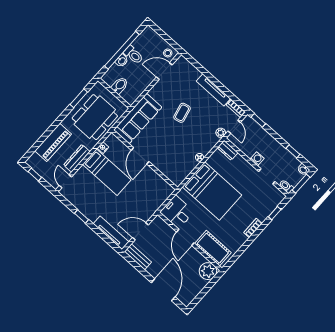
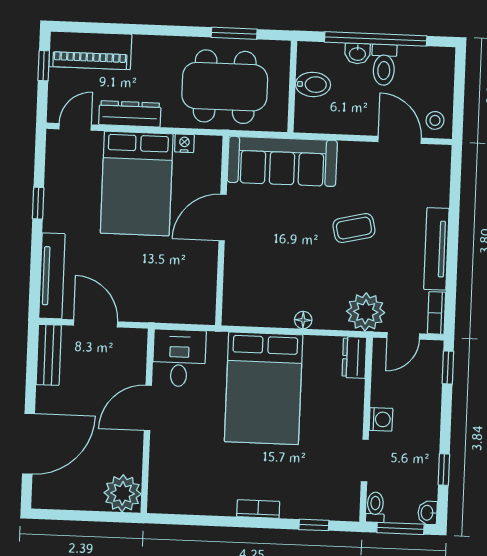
plant: (221, 133) -> (366, 312), width x1.88, depth x1.88
piano: (53, 142) -> (90, 50), moved
bed: (107, 172) -> (137, 183), width x1.50
cot: (213, 248) -> (168, 470), removed

